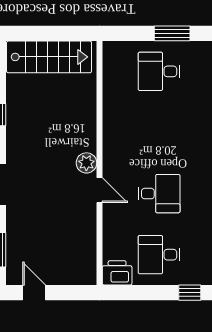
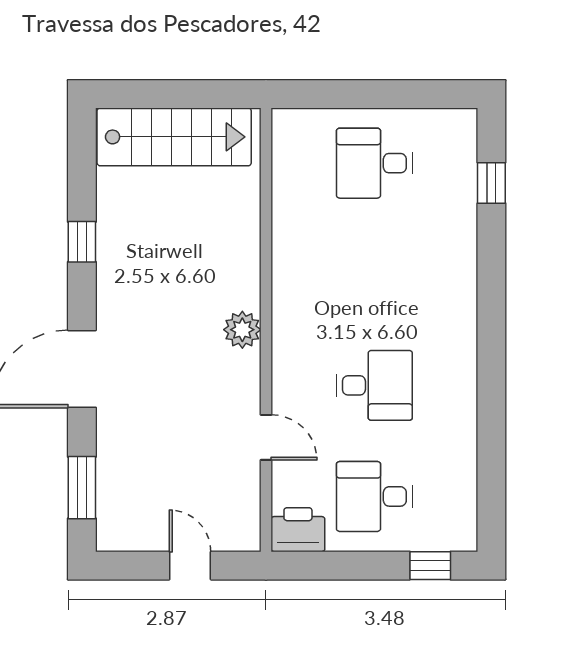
window: (172, 33) -> (398, 94), removed
door: (100, 190) -> (266, 437), moved
door: (34, 293) -> (190, 566), moved

